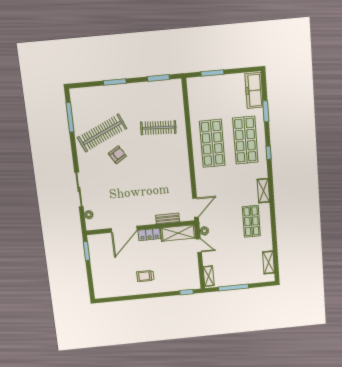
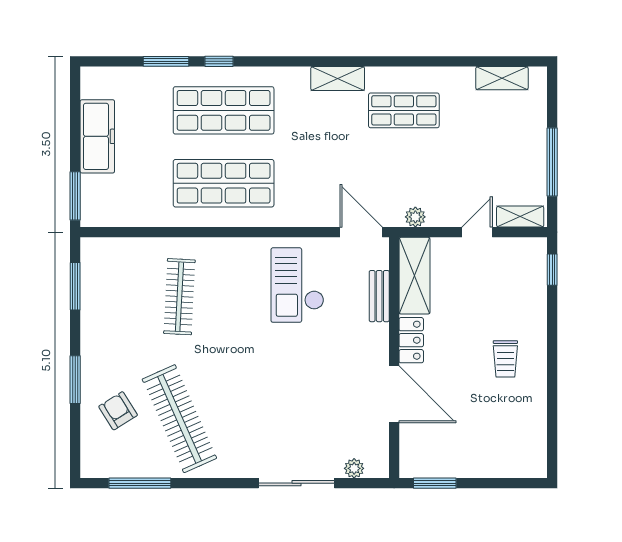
window: (212, 73) -> (75, 196), moved
freezer: (254, 90) -> (97, 136), moved, turned -90
window: (269, 153) -> (219, 61), moved
armchair: (117, 155) -> (118, 411), moved
checkout: (169, 181) -> (297, 285), added
door: (199, 246) -> (477, 232), moved

